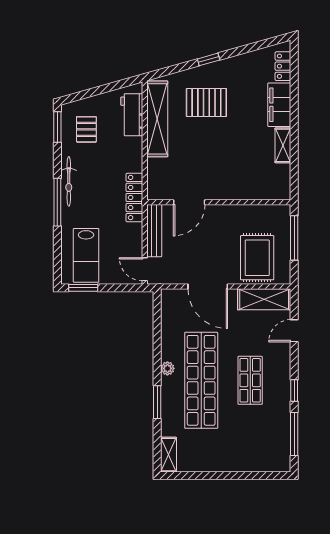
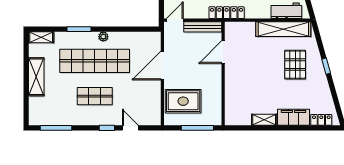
door: (189, 202) -> (223, 52), hinge flipped
shelving: (264, 299) -> (36, 77), moved
window: (294, 390) -> (107, 128), moved

